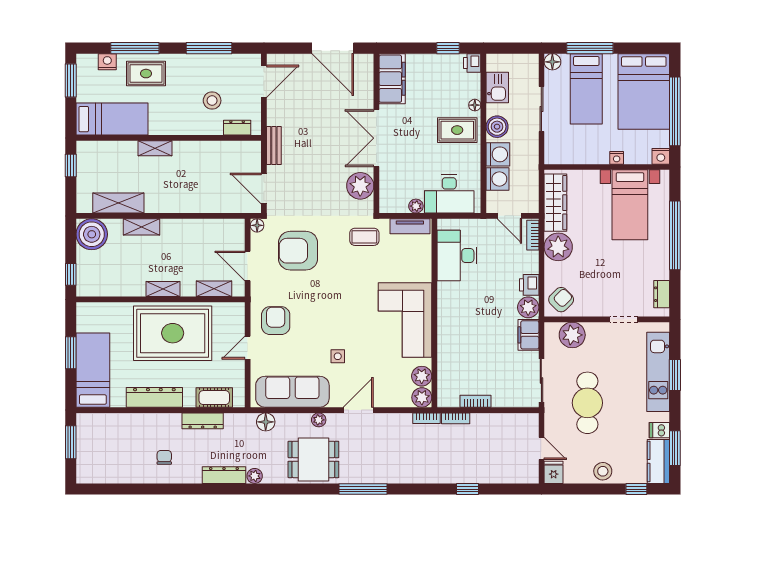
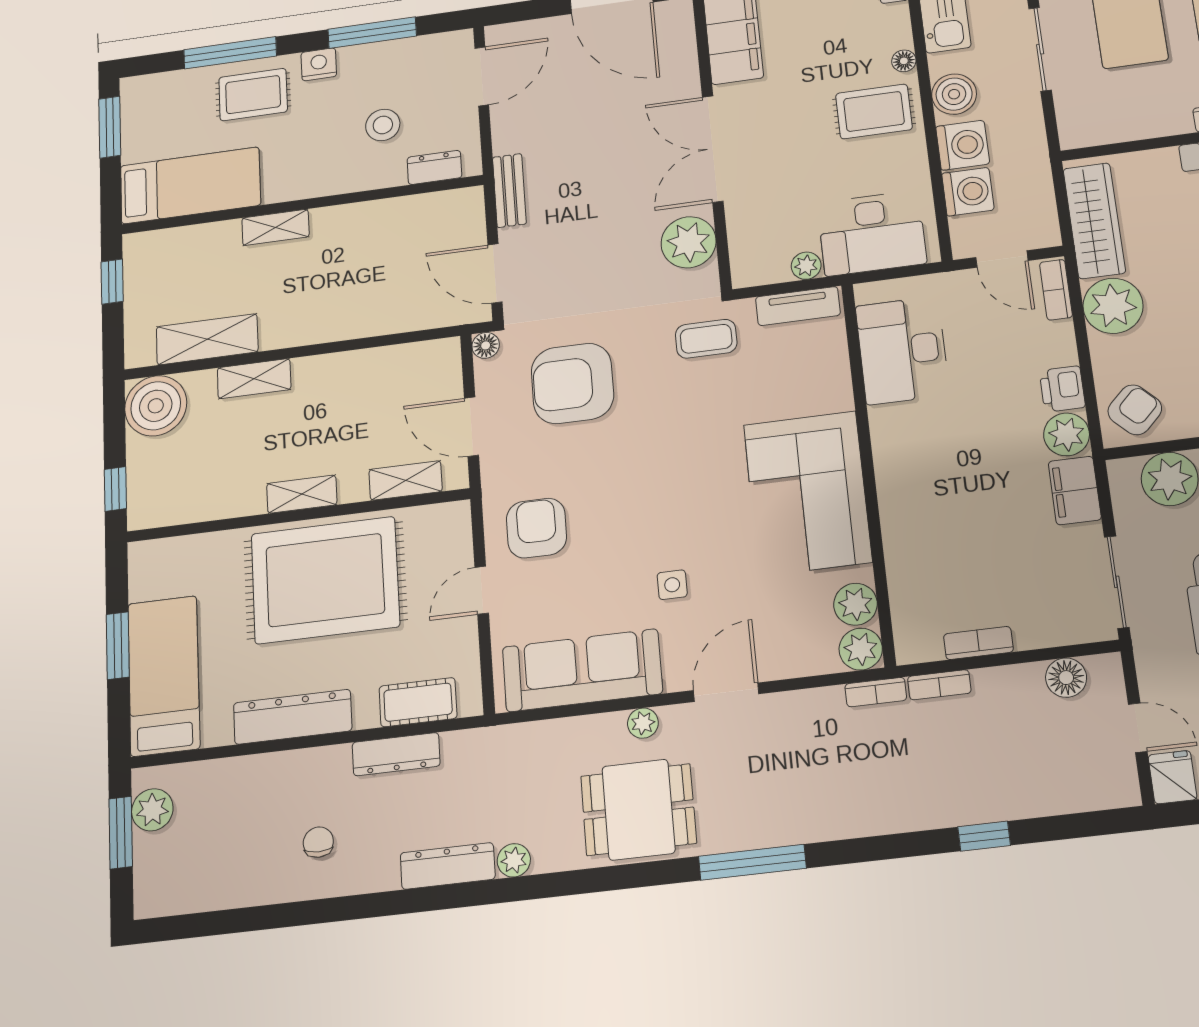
nightstand: (107, 62) -> (319, 64), moved
floor lamp: (266, 422) -> (1066, 678), moved
plant: (86, 433) -> (152, 810), added

